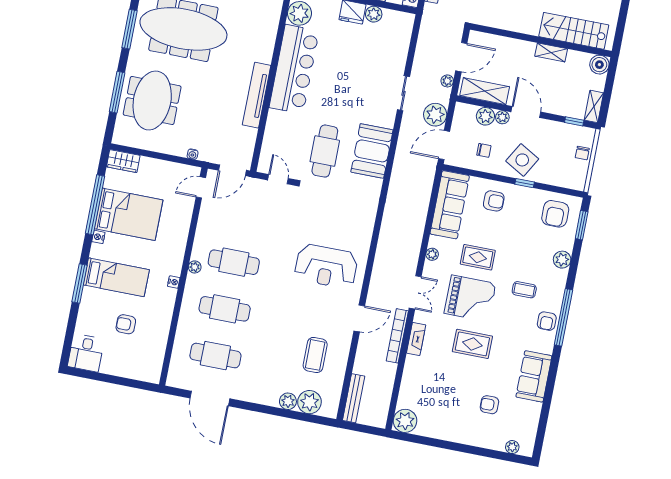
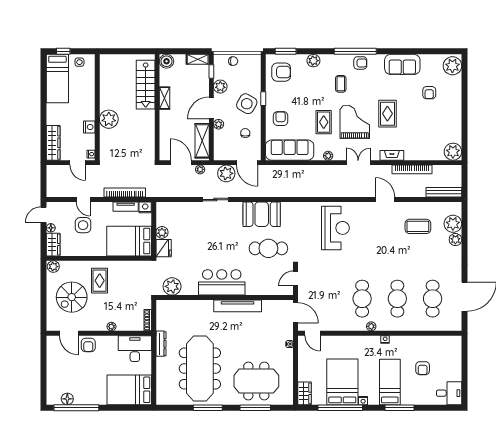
bar counter: (294, 69) -> (222, 282), width x0.73
plant: (485, 116) -> (220, 87), moved
reception desk: (326, 266) -> (335, 228), moved
bookcase: (397, 336) -> (412, 169), moved
plant: (512, 447) -> (452, 66), width x1.88, depth x1.88

